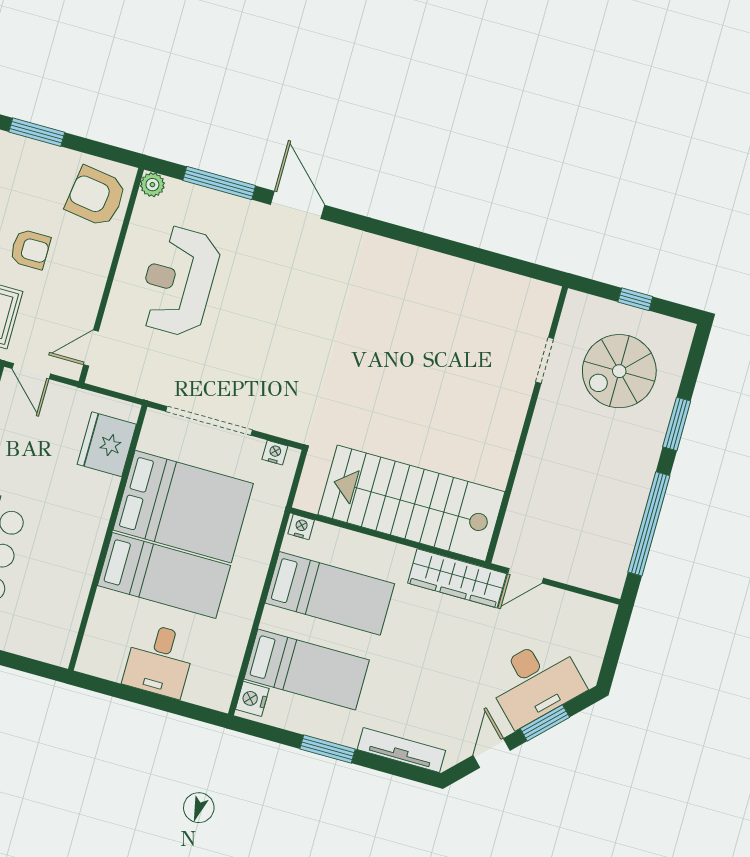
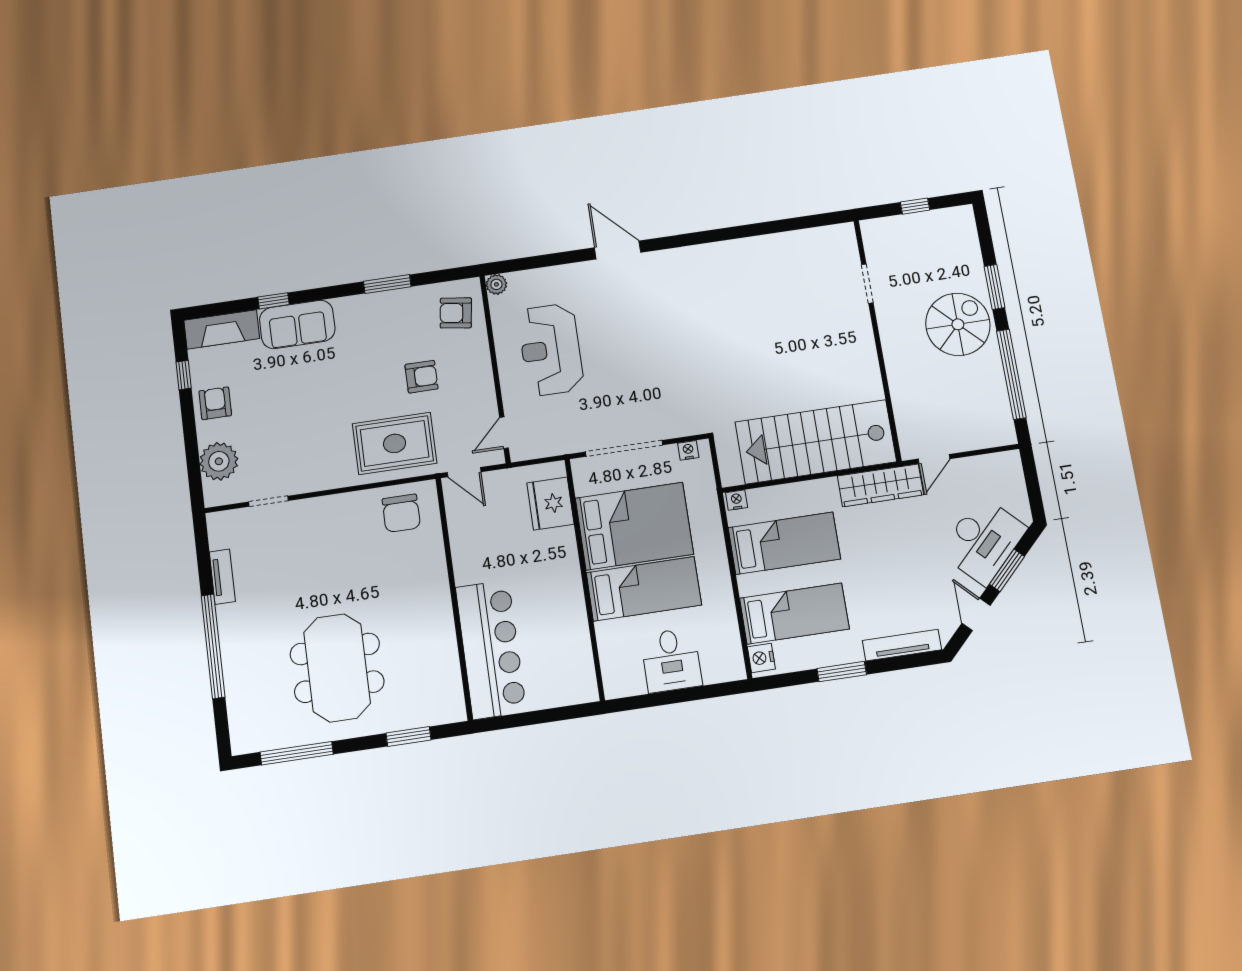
window: (219, 183) -> (548, 260), removed
armchair: (96, 196) -> (456, 313), width x0.72, depth x0.72
spiral stairs: (619, 371) -> (958, 324), moved, turned 180

